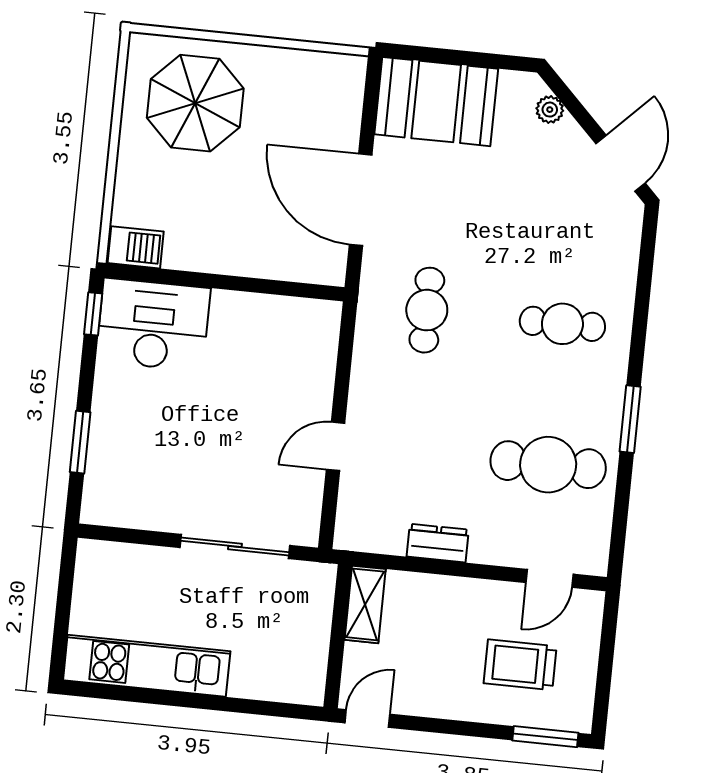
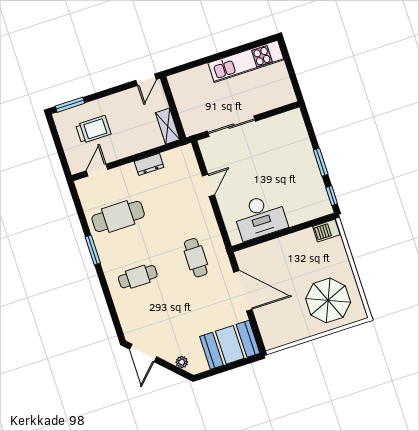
desk: (153, 325) -> (260, 217), moved
window: (80, 442) -> (321, 162), moved

